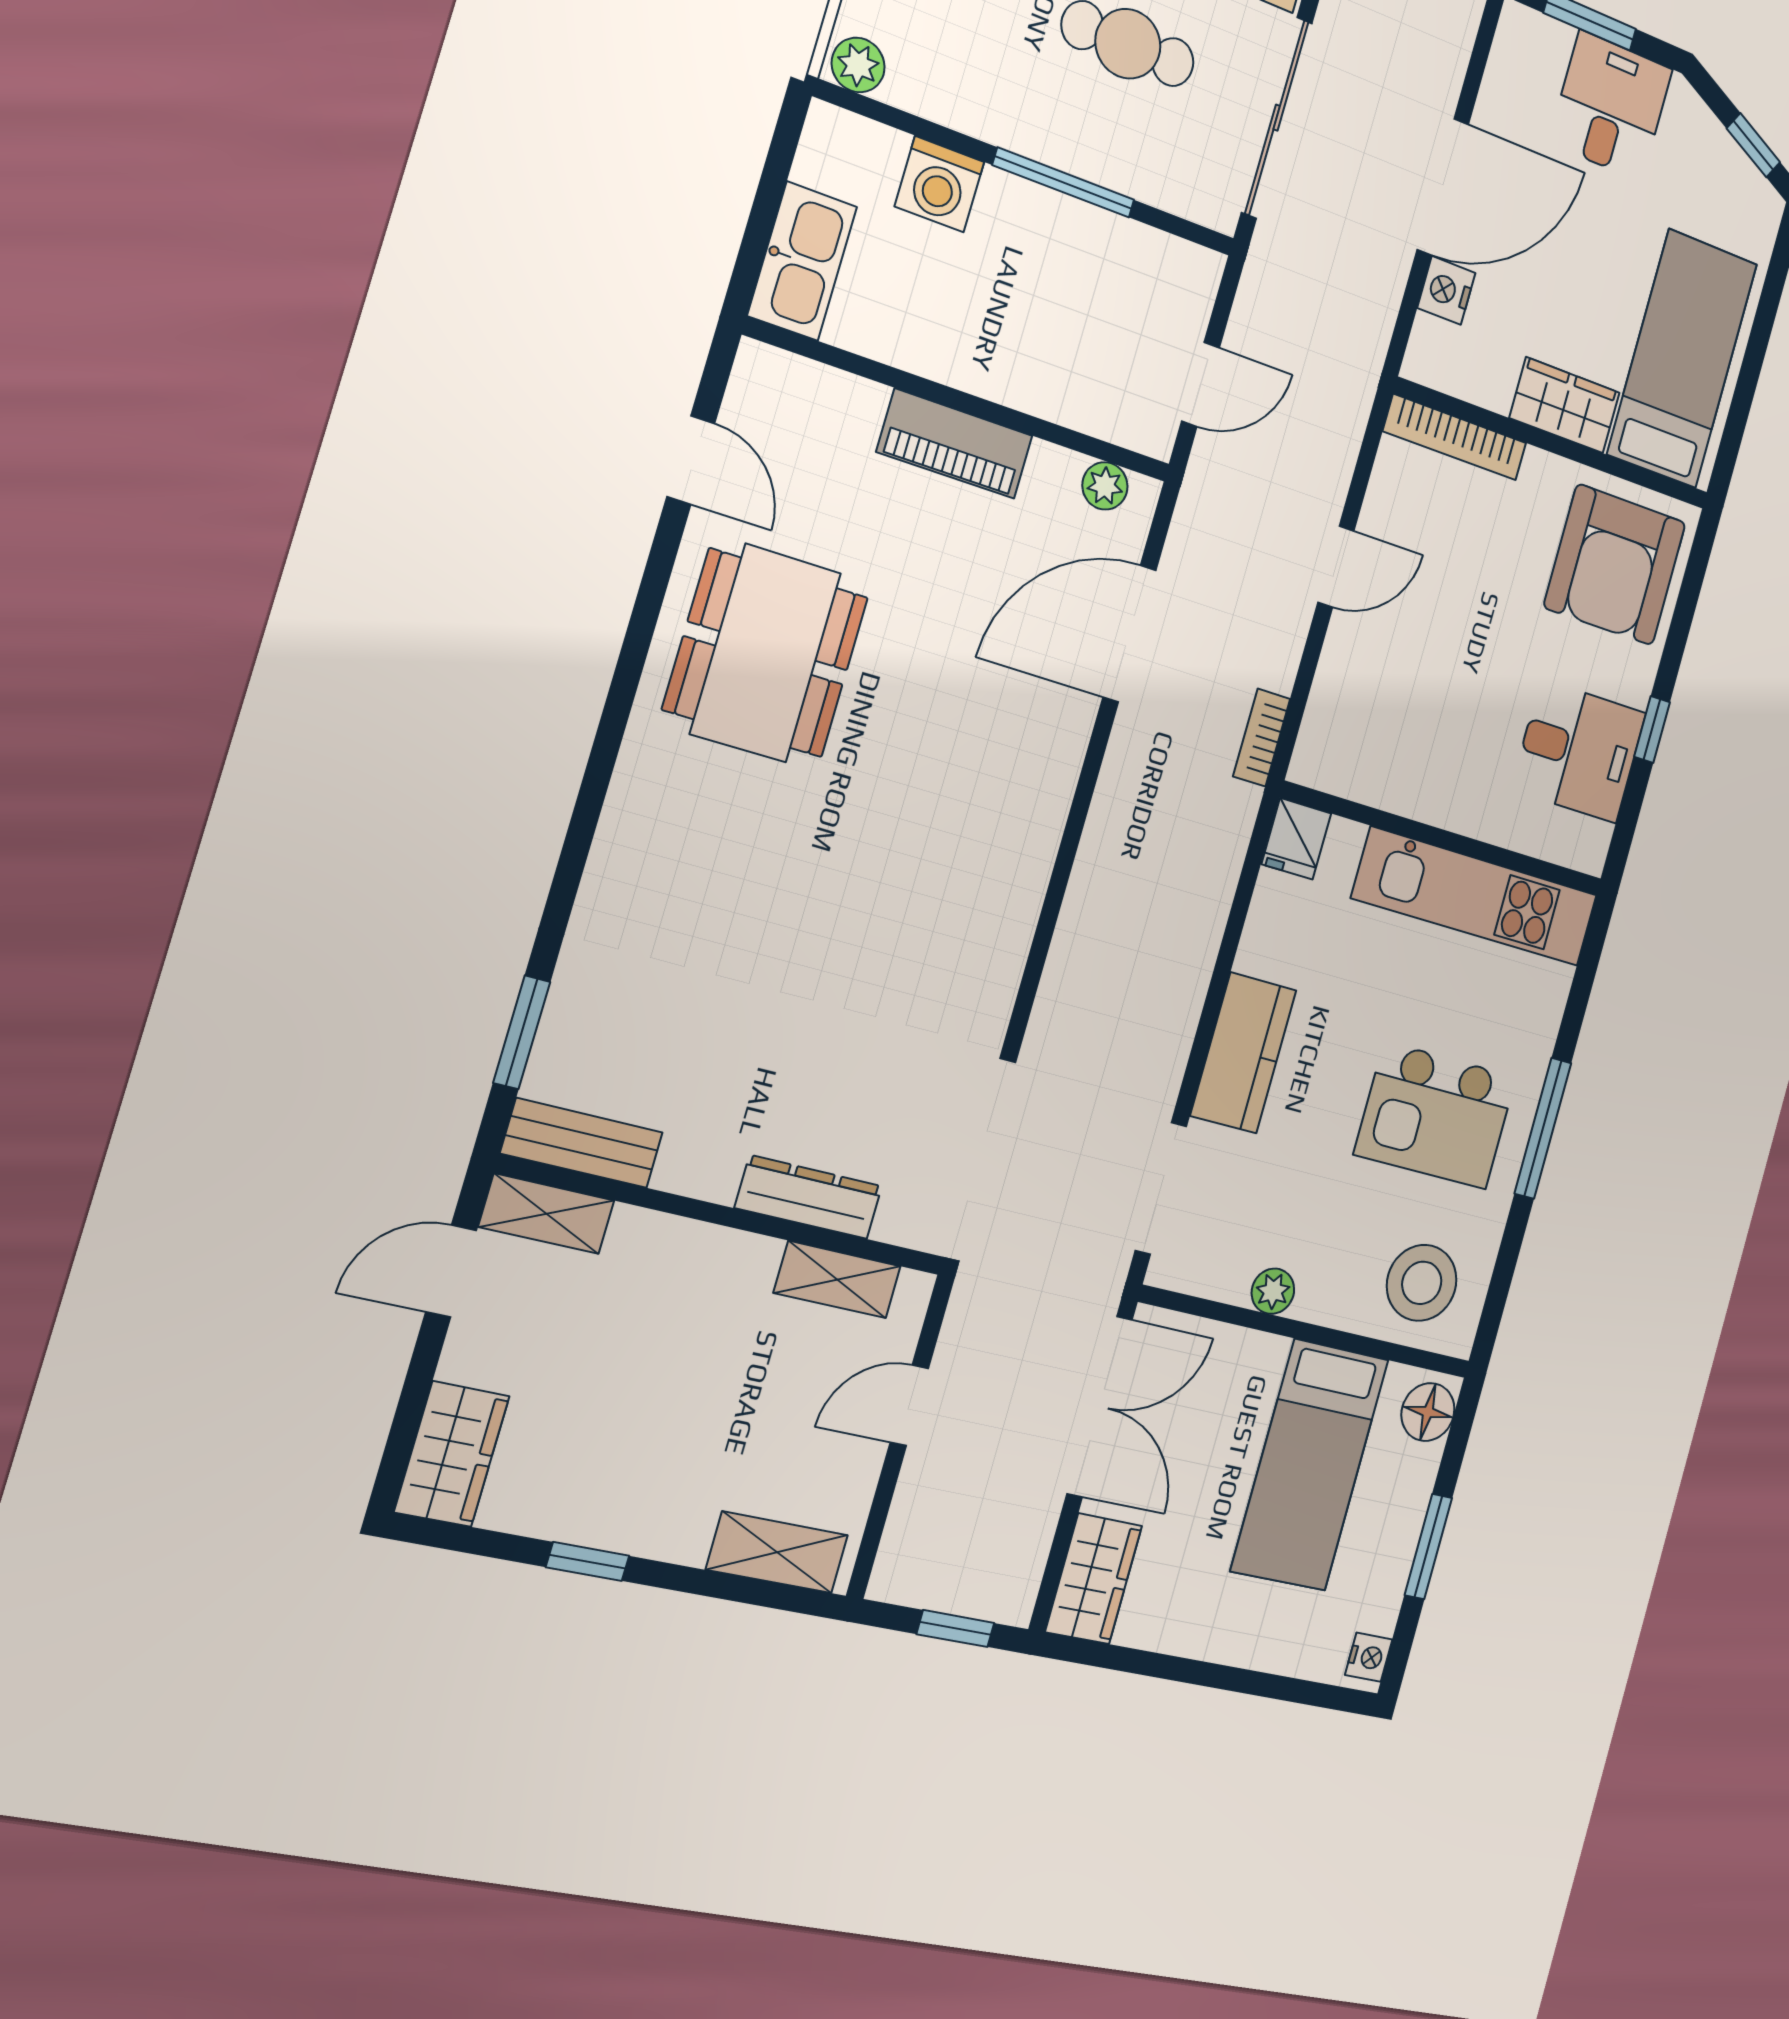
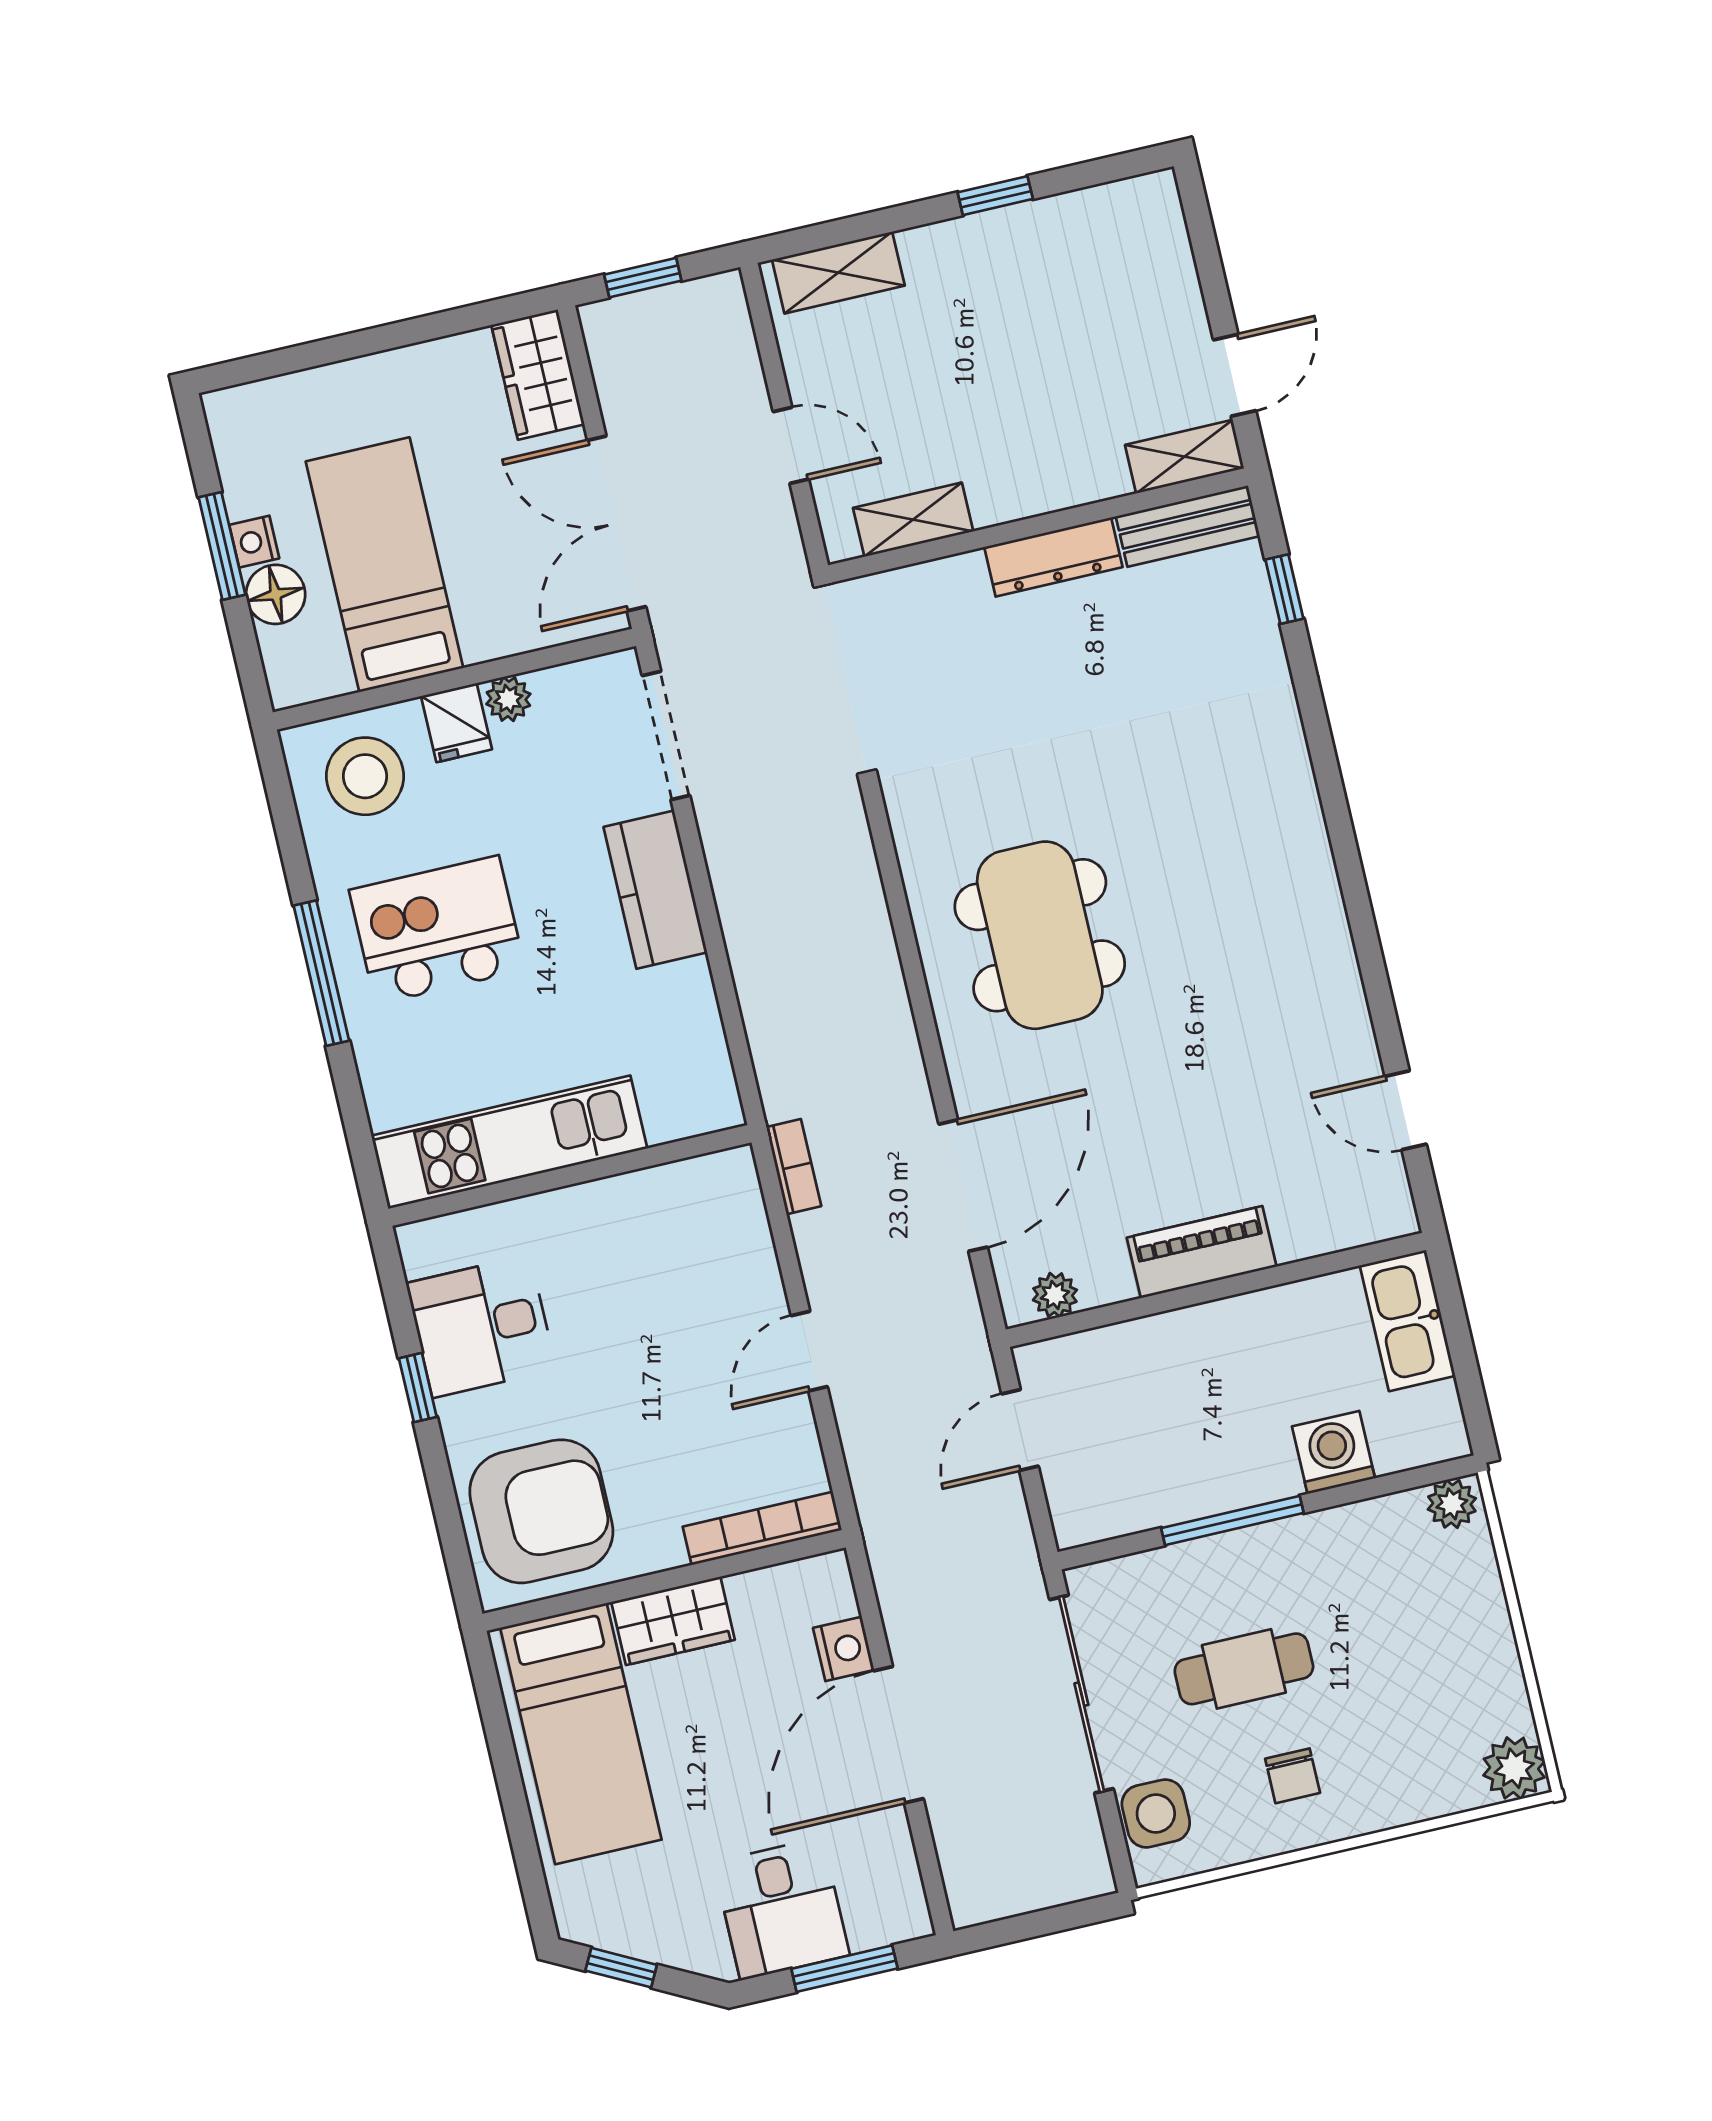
armchair: (1615, 565) -> (541, 1511), turned 90
dining table: (766, 653) -> (1040, 935), moved
fridge: (1296, 839) -> (456, 723), moved, turned 180
window: (522, 1032) -> (1284, 589), width x0.67
dresser: (809, 1197) -> (1053, 557), moved
door: (909, 1405) -> (791, 445), hinge flipped
floor lamp: (1428, 1412) -> (276, 594), moved
wardrobe: (452, 1454) -> (1154, 232), removed
nightstand: (1369, 1657) -> (254, 542), moved

